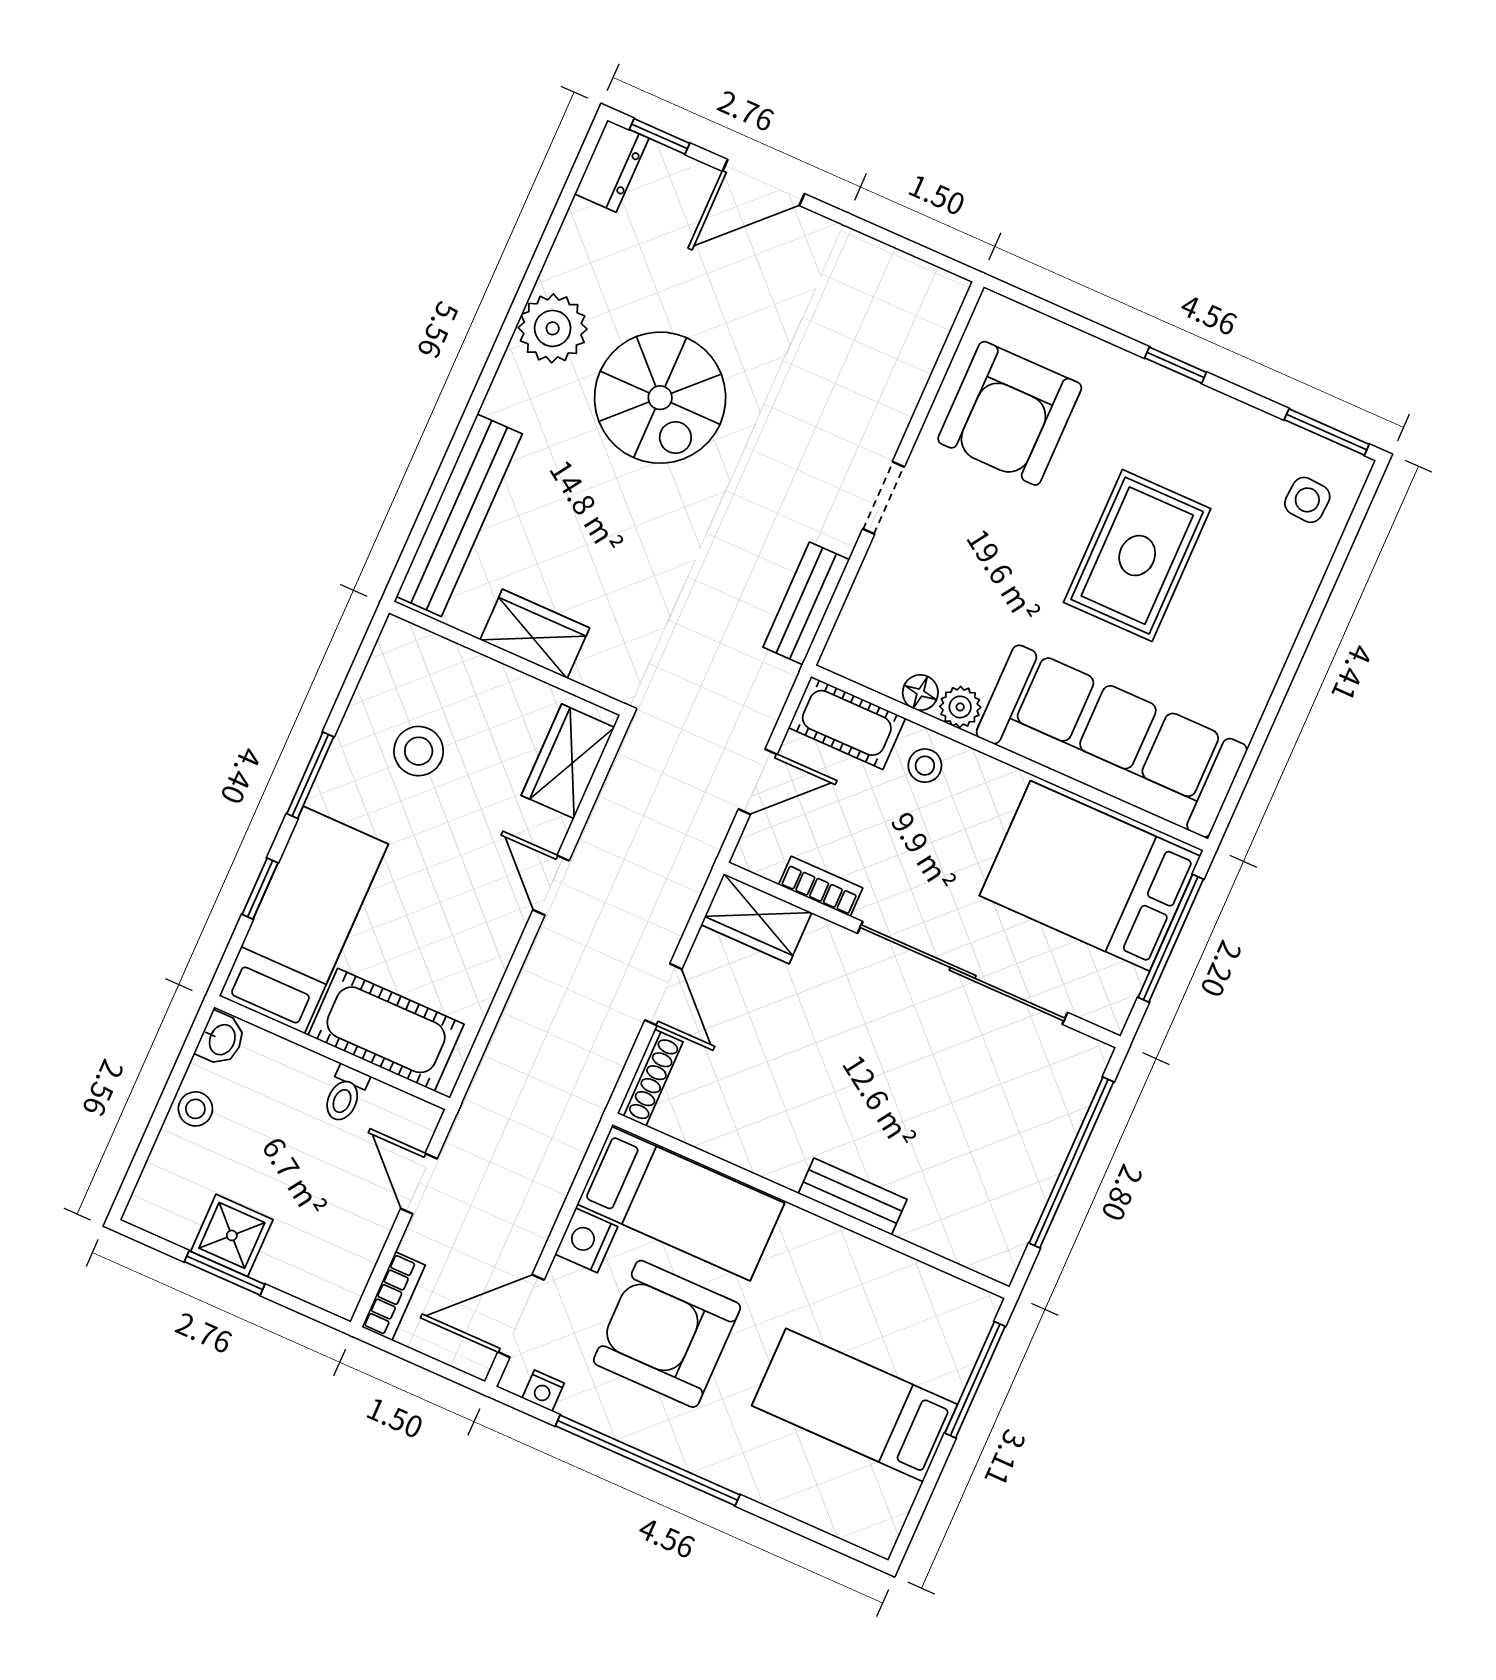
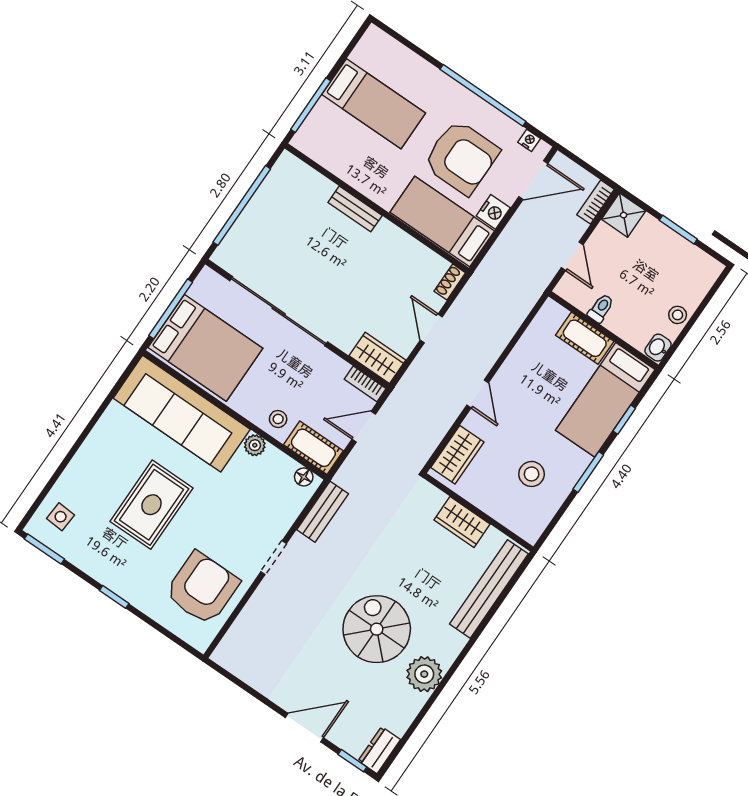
floor lamp: (920, 693) -> (304, 477), moved
bookcase: (821, 886) -> (365, 384), moved
cot: (386, 1030) -> (585, 338), width x0.73, depth x0.75
shoe rack: (650, 1078) -> (450, 282), width x0.70
shower: (232, 1235) -> (624, 215), moved

